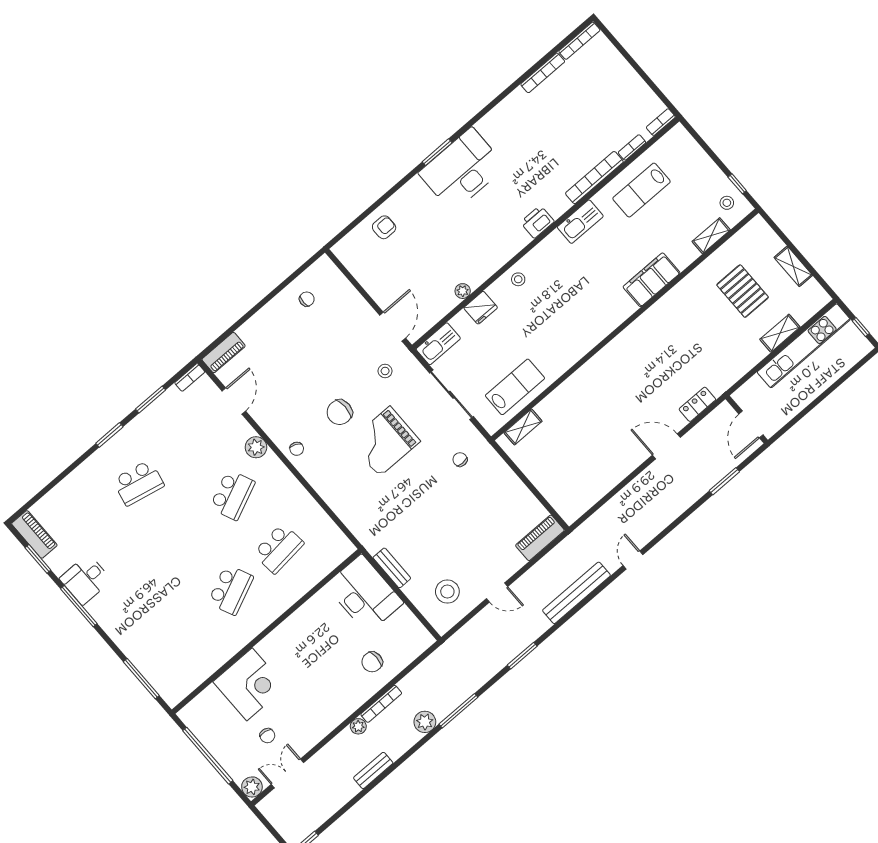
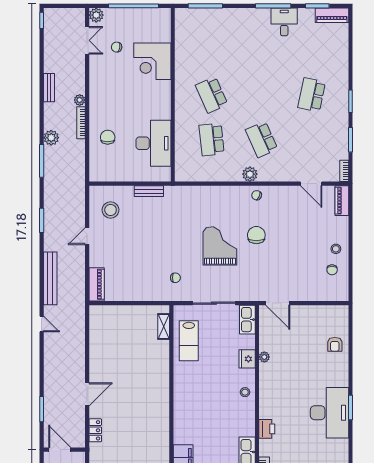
stool: (385, 371) -> (336, 249), moved
plant: (256, 447) -> (250, 174), moved
desk: (364, 594) -> (153, 143), moved, turned -90

